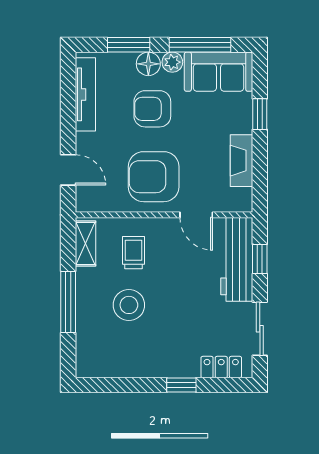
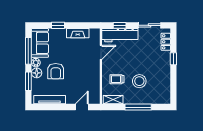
armchair: (154, 177) -> (85, 71), removed

